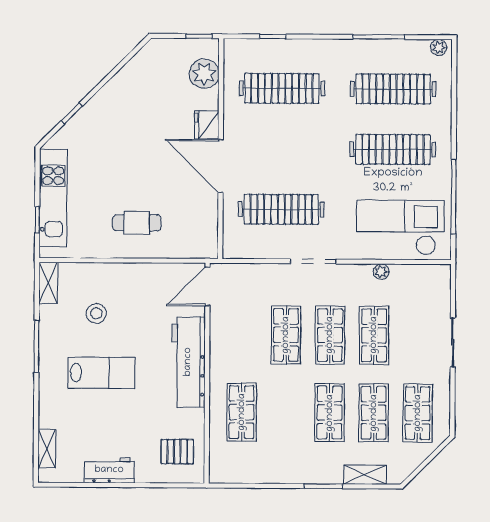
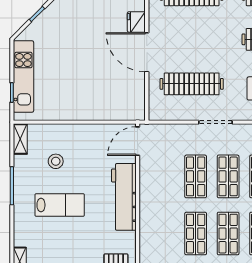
cafe table: (137, 223) -> (85, 94), removed
shop shelf: (242, 412) -> (196, 234), moved

